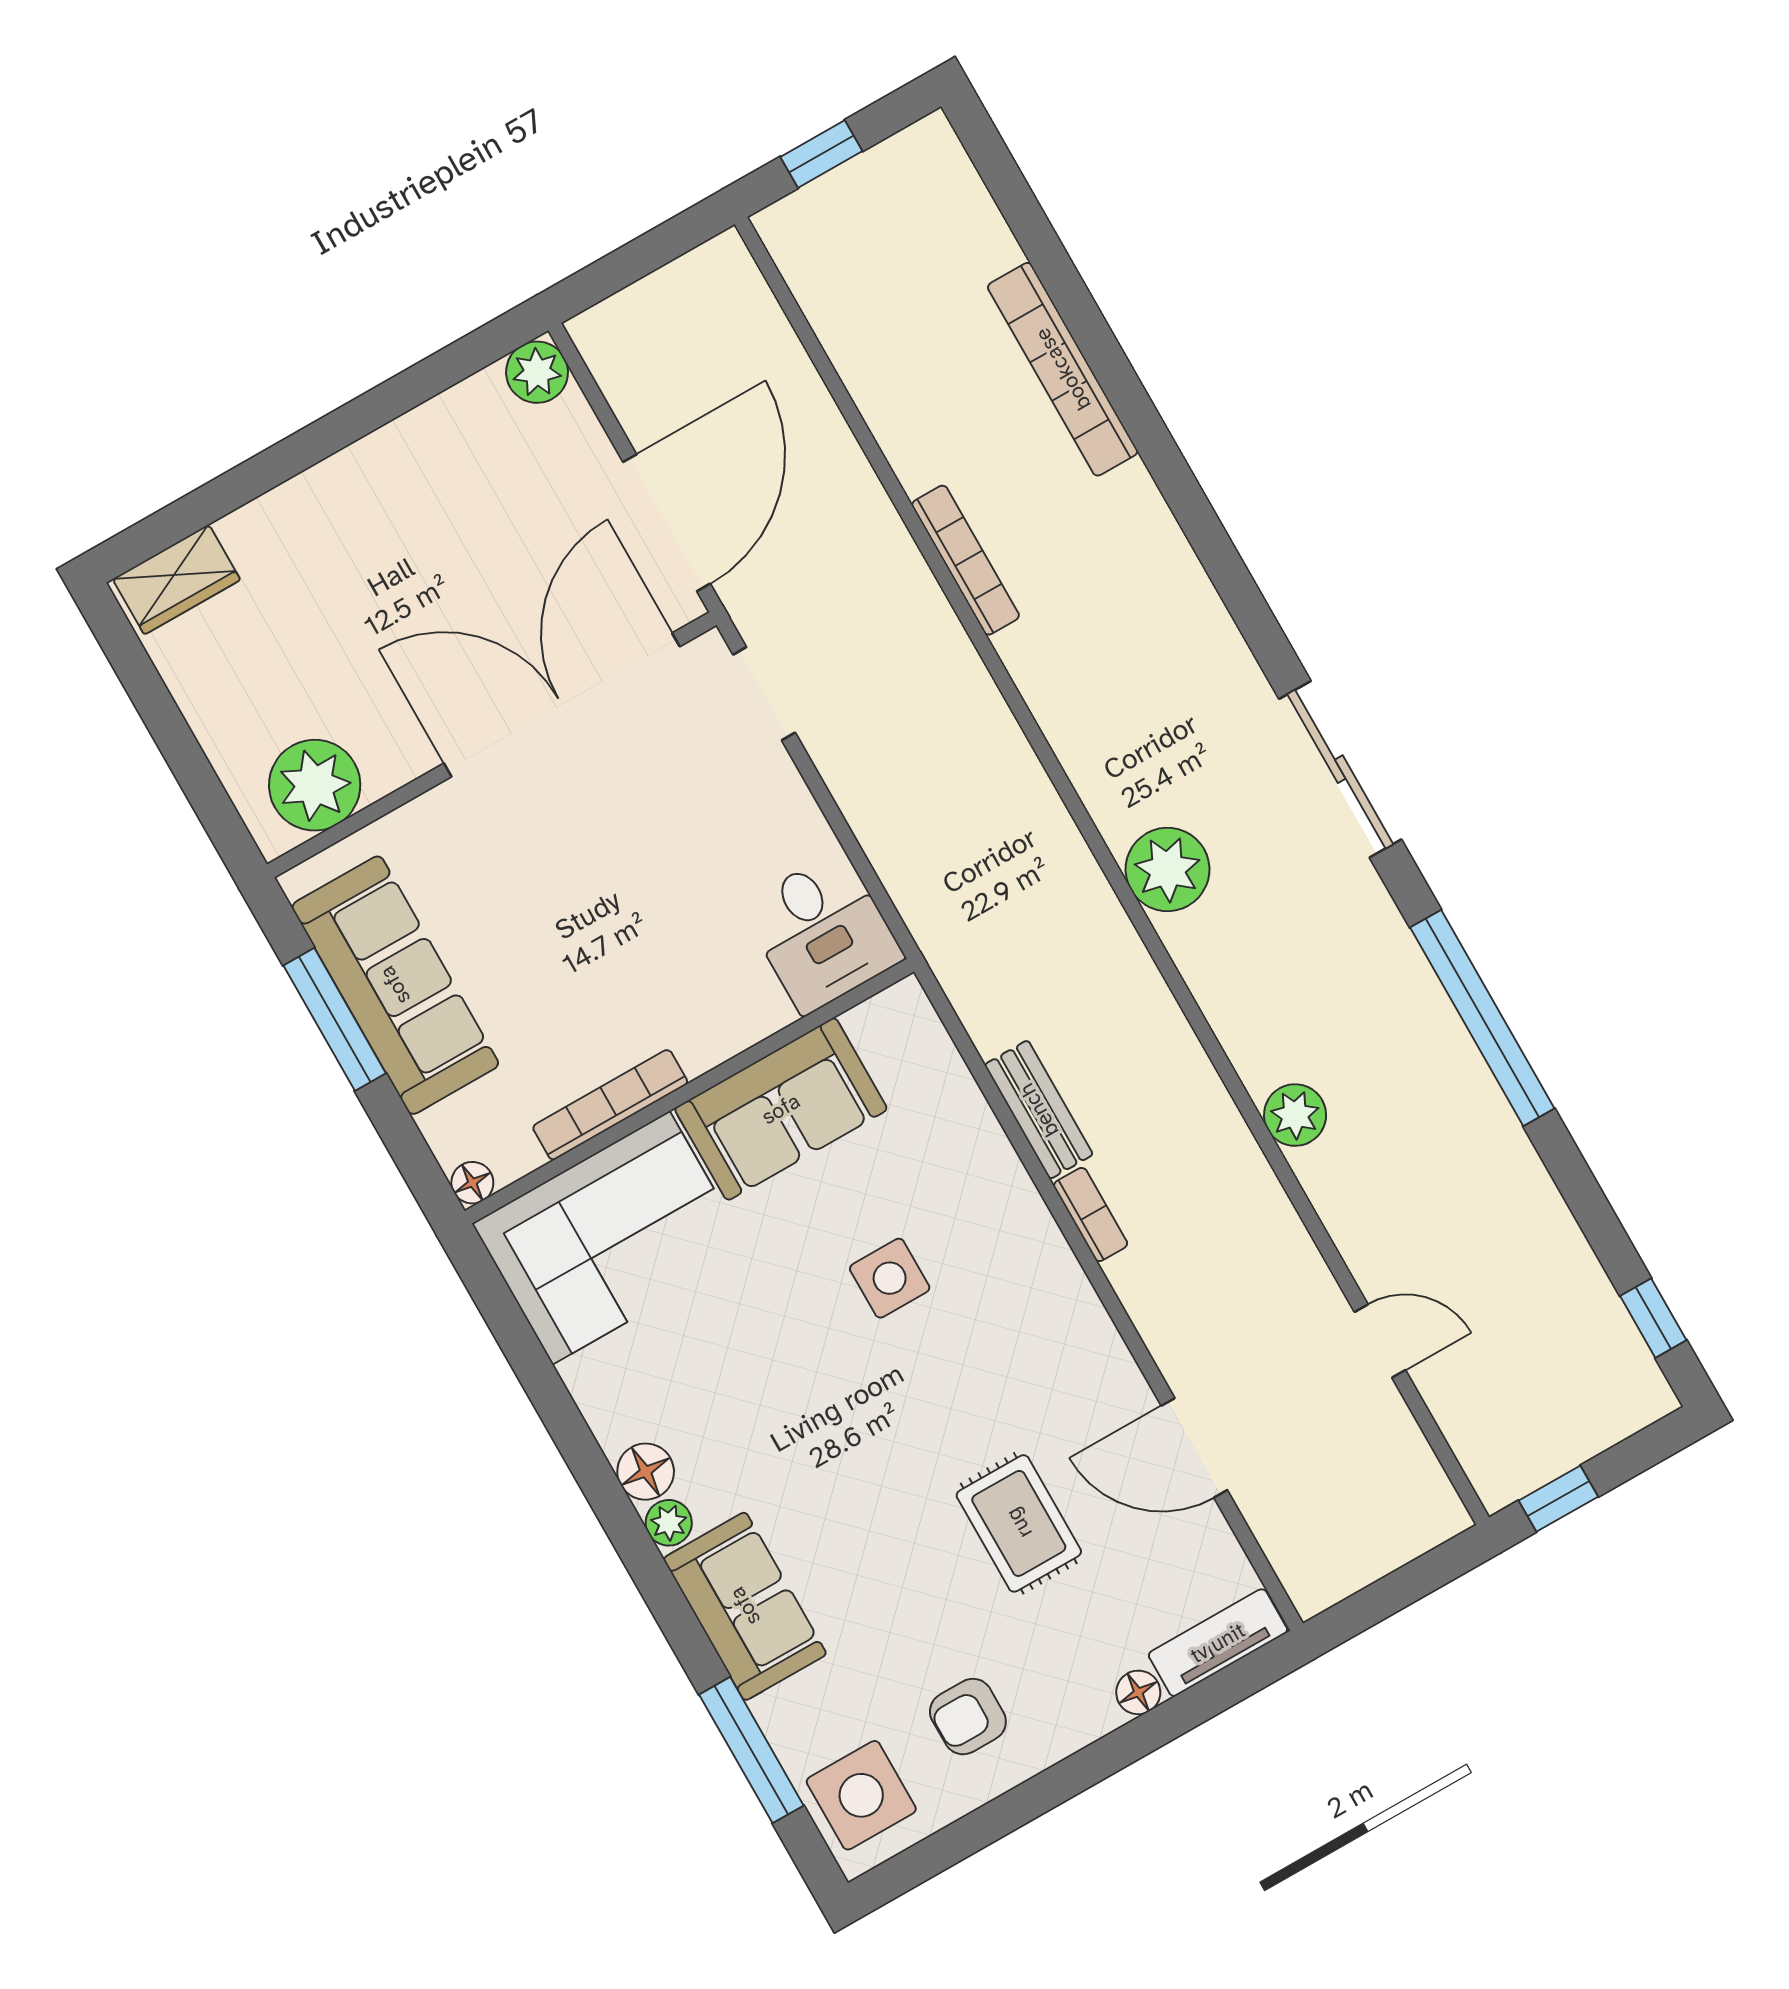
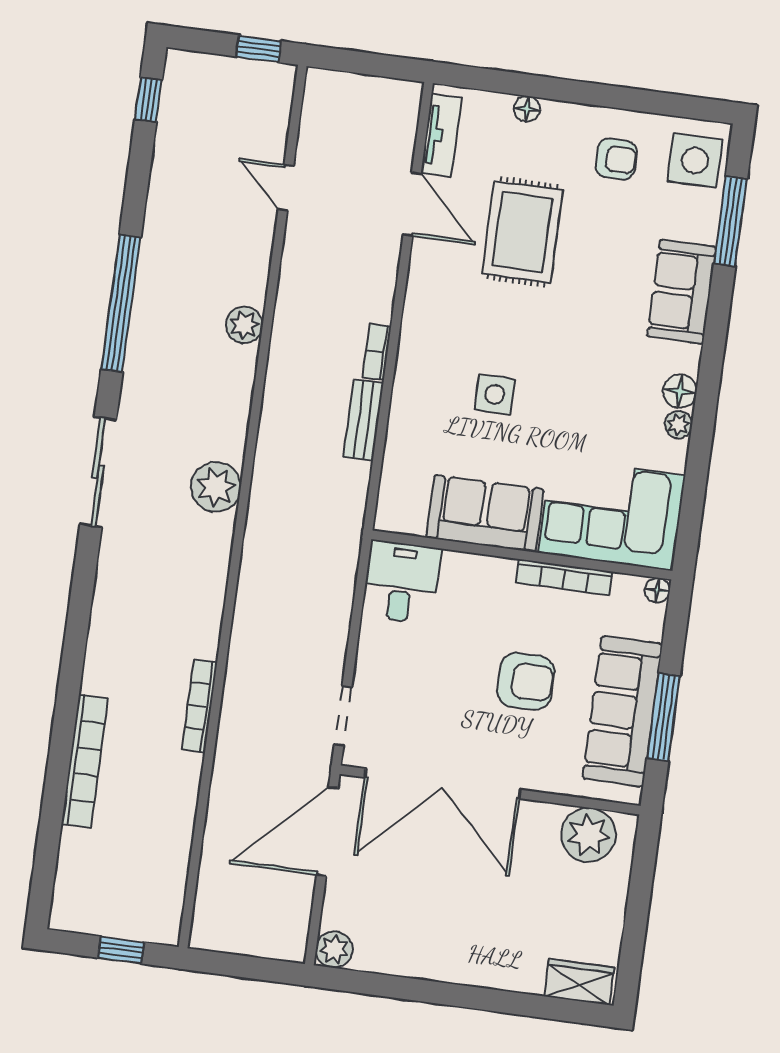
armchair: (555, 926) -> (526, 681), added
plant: (669, 1523) -> (679, 425), moved
rug: (1019, 1523) -> (522, 232), width x1.36, depth x1.43
tv unit: (1218, 1643) -> (441, 135), moved, turned -90

